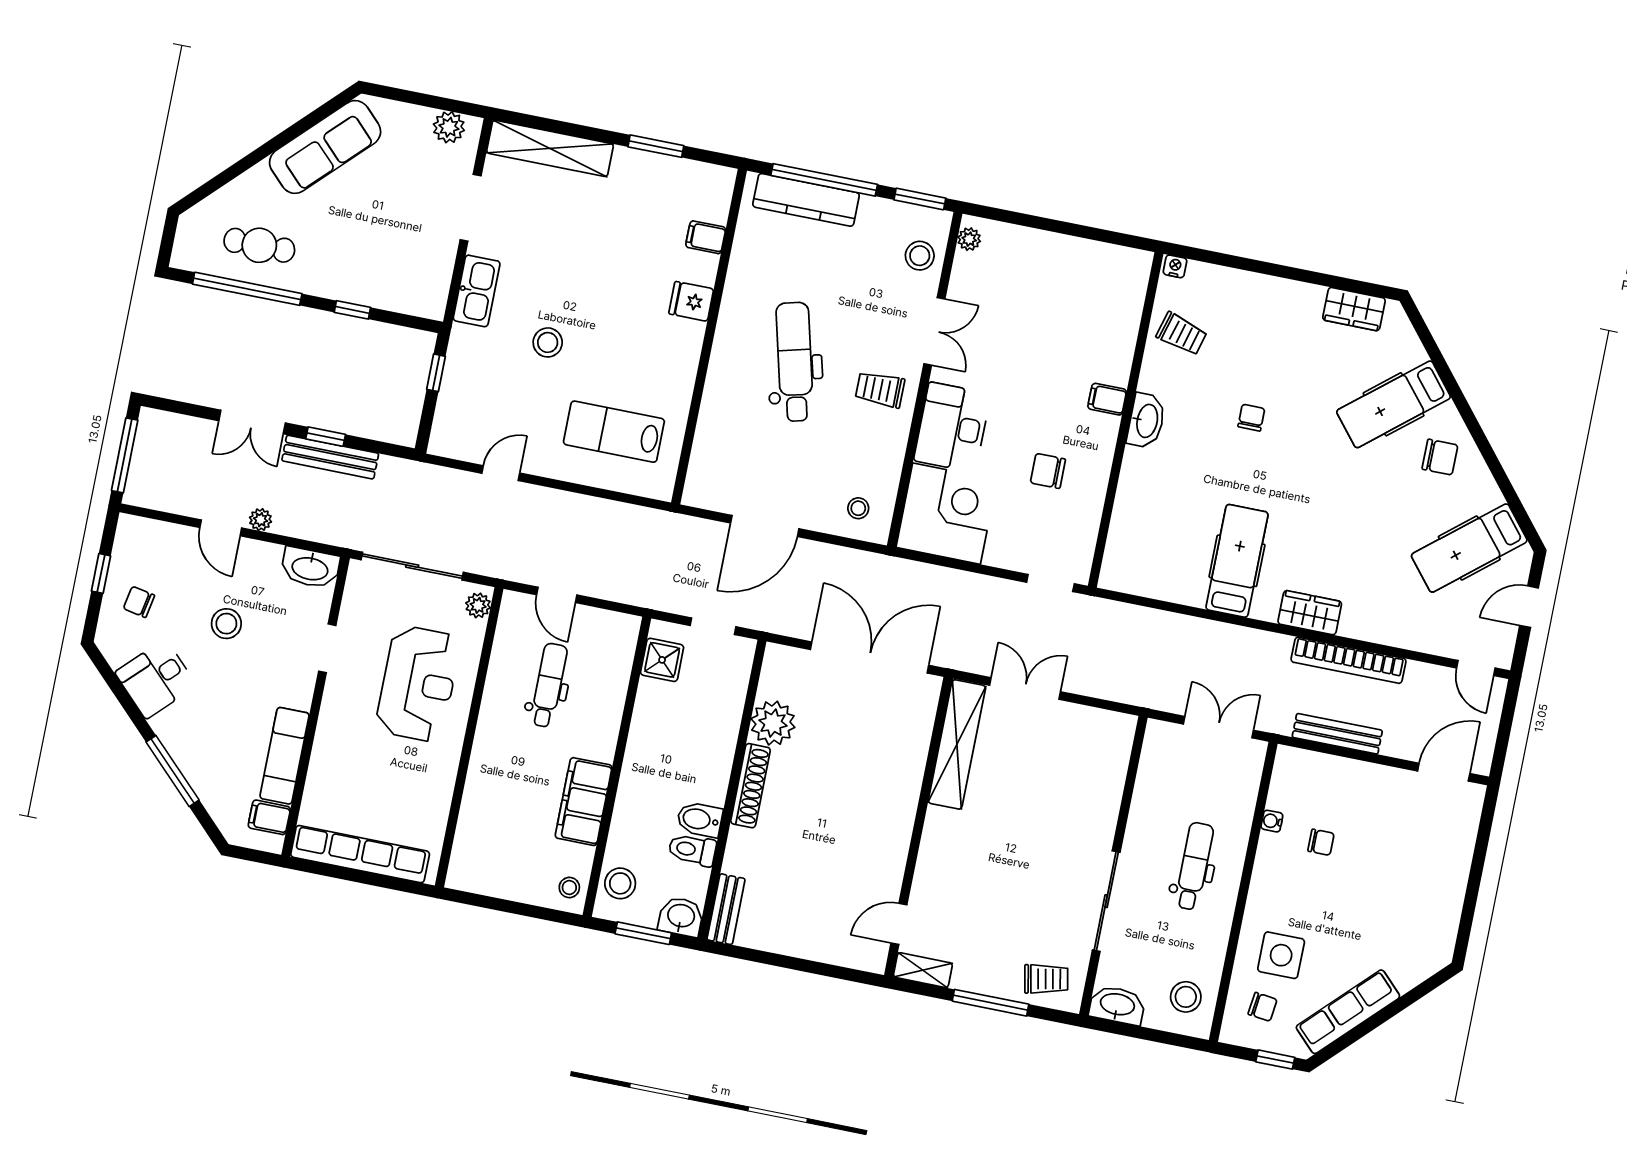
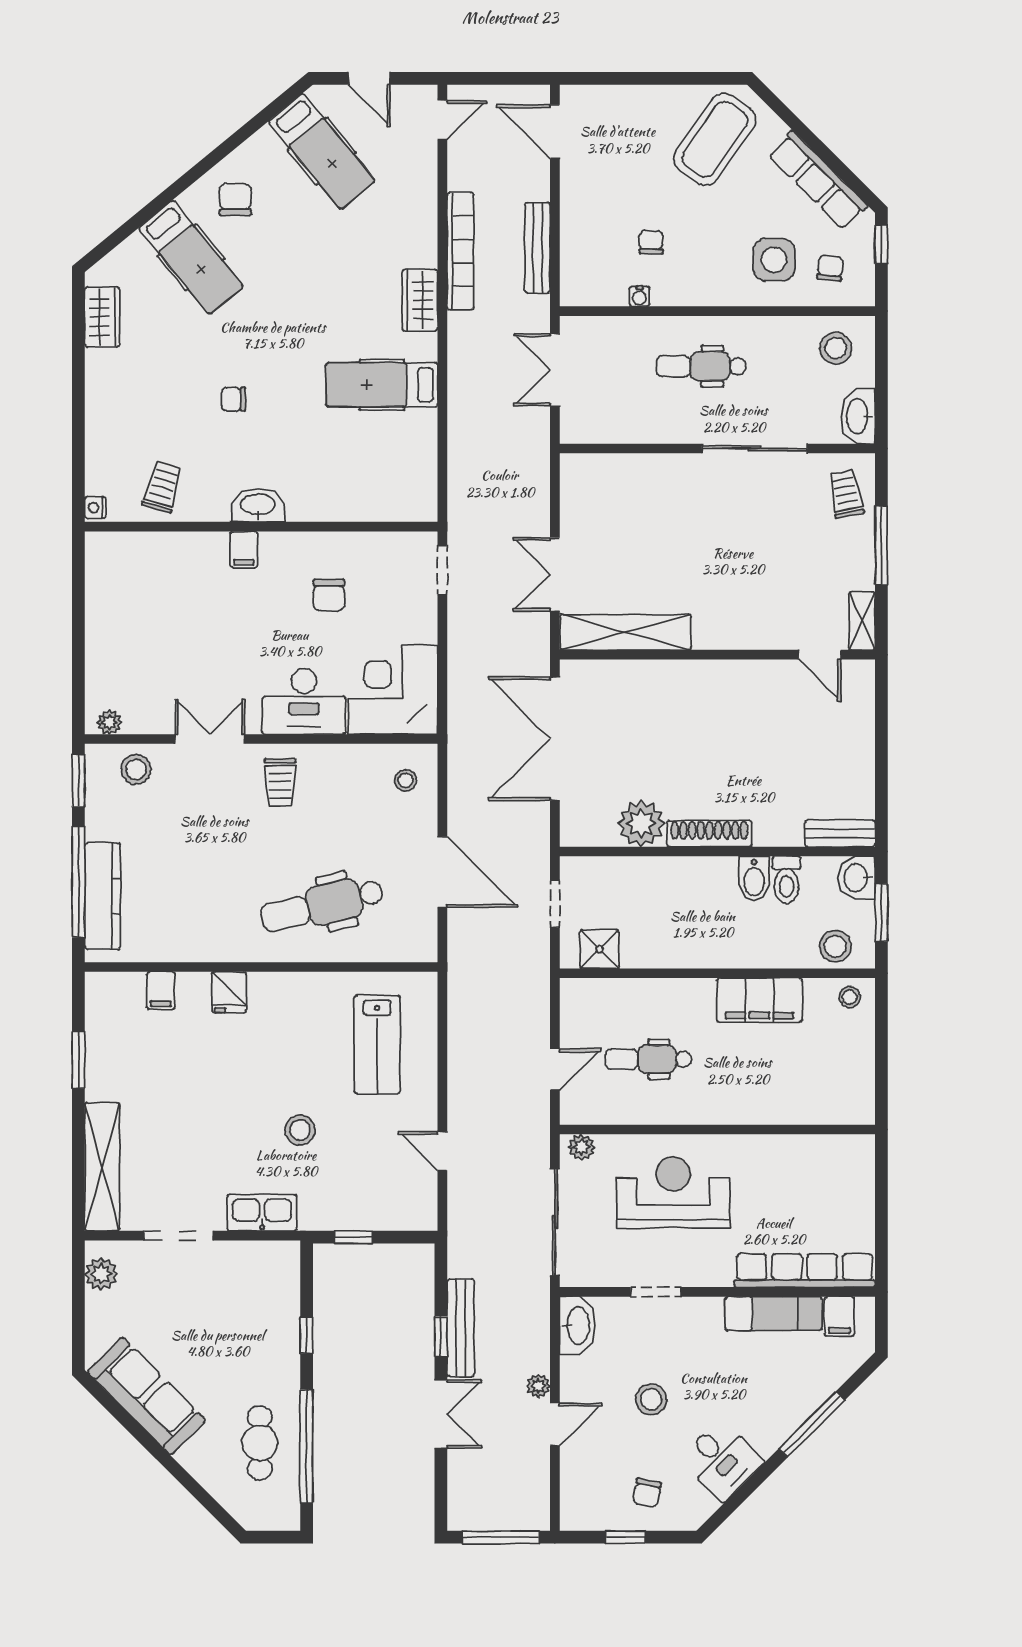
dental chair: (795, 362) -> (322, 905), moved
row of seats: (360, 854) -> (804, 1270), moved, turned 90
coffee table: (1406, 922) -> (715, 139), added

